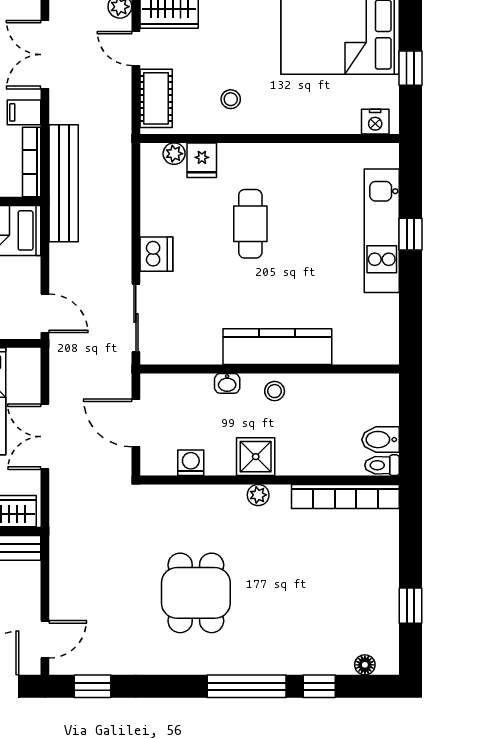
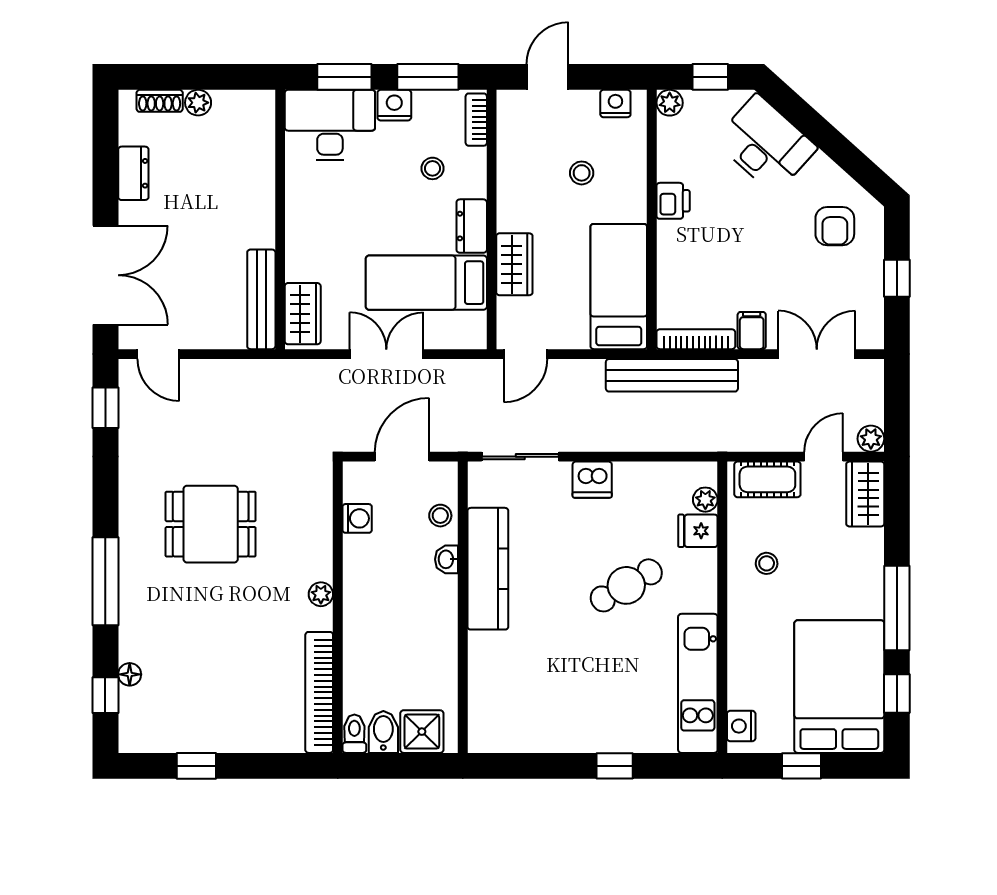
cafe table: (250, 224) -> (626, 585), turned -30
kitchen unit: (382, 231) -> (698, 683), moved, turned -90
kitchen counter: (277, 347) -> (488, 569), moved
stool: (275, 391) -> (440, 516), moved
shower: (256, 457) -> (422, 732), moved
floor lamp: (365, 665) -> (130, 674), moved
window: (319, 686) -> (105, 695), moved

